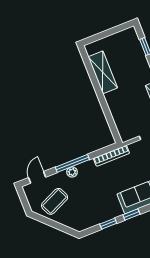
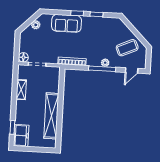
freezer: (131, 42) -> (21, 136), added
shelving: (103, 72) -> (51, 116), width x1.47

